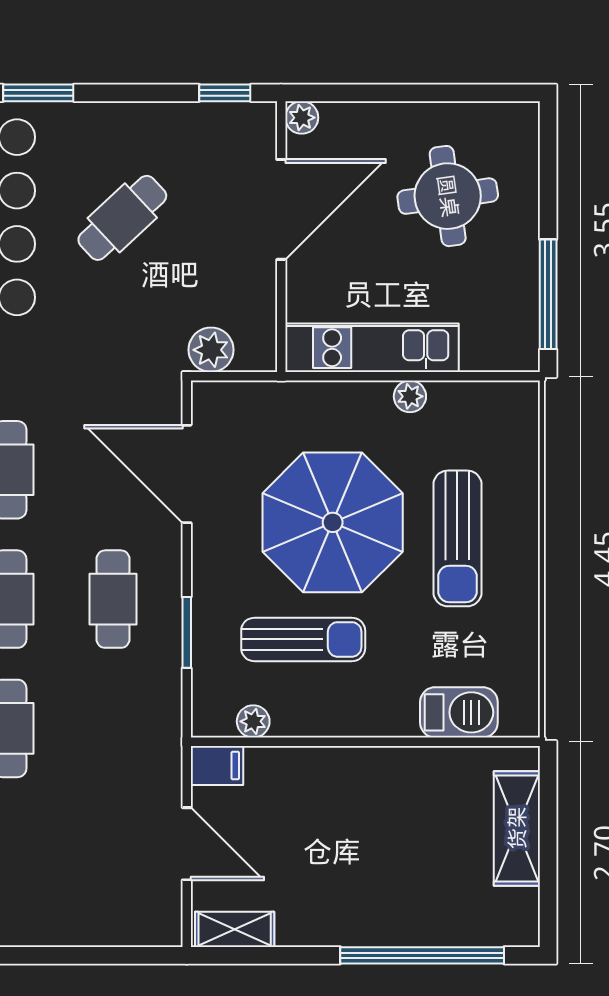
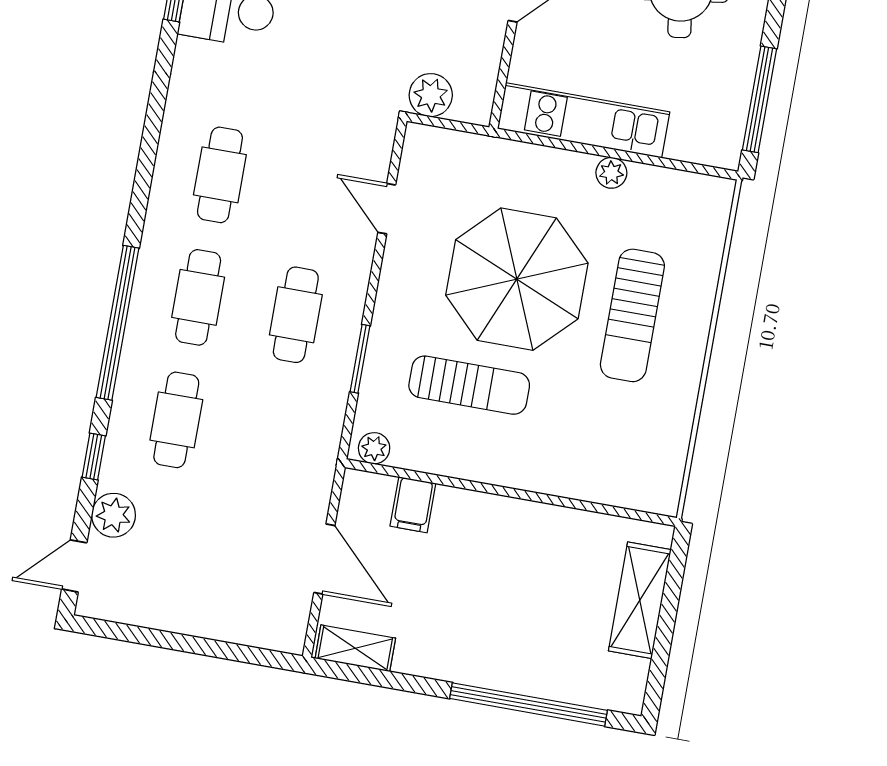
door: (187, 474) -> (387, 209), width x0.53
barbecue: (459, 712) -> (604, 480), removed
plant: (253, 721) -> (374, 448), moved
filing cabinet: (217, 765) -> (413, 505), moved, turned 90

